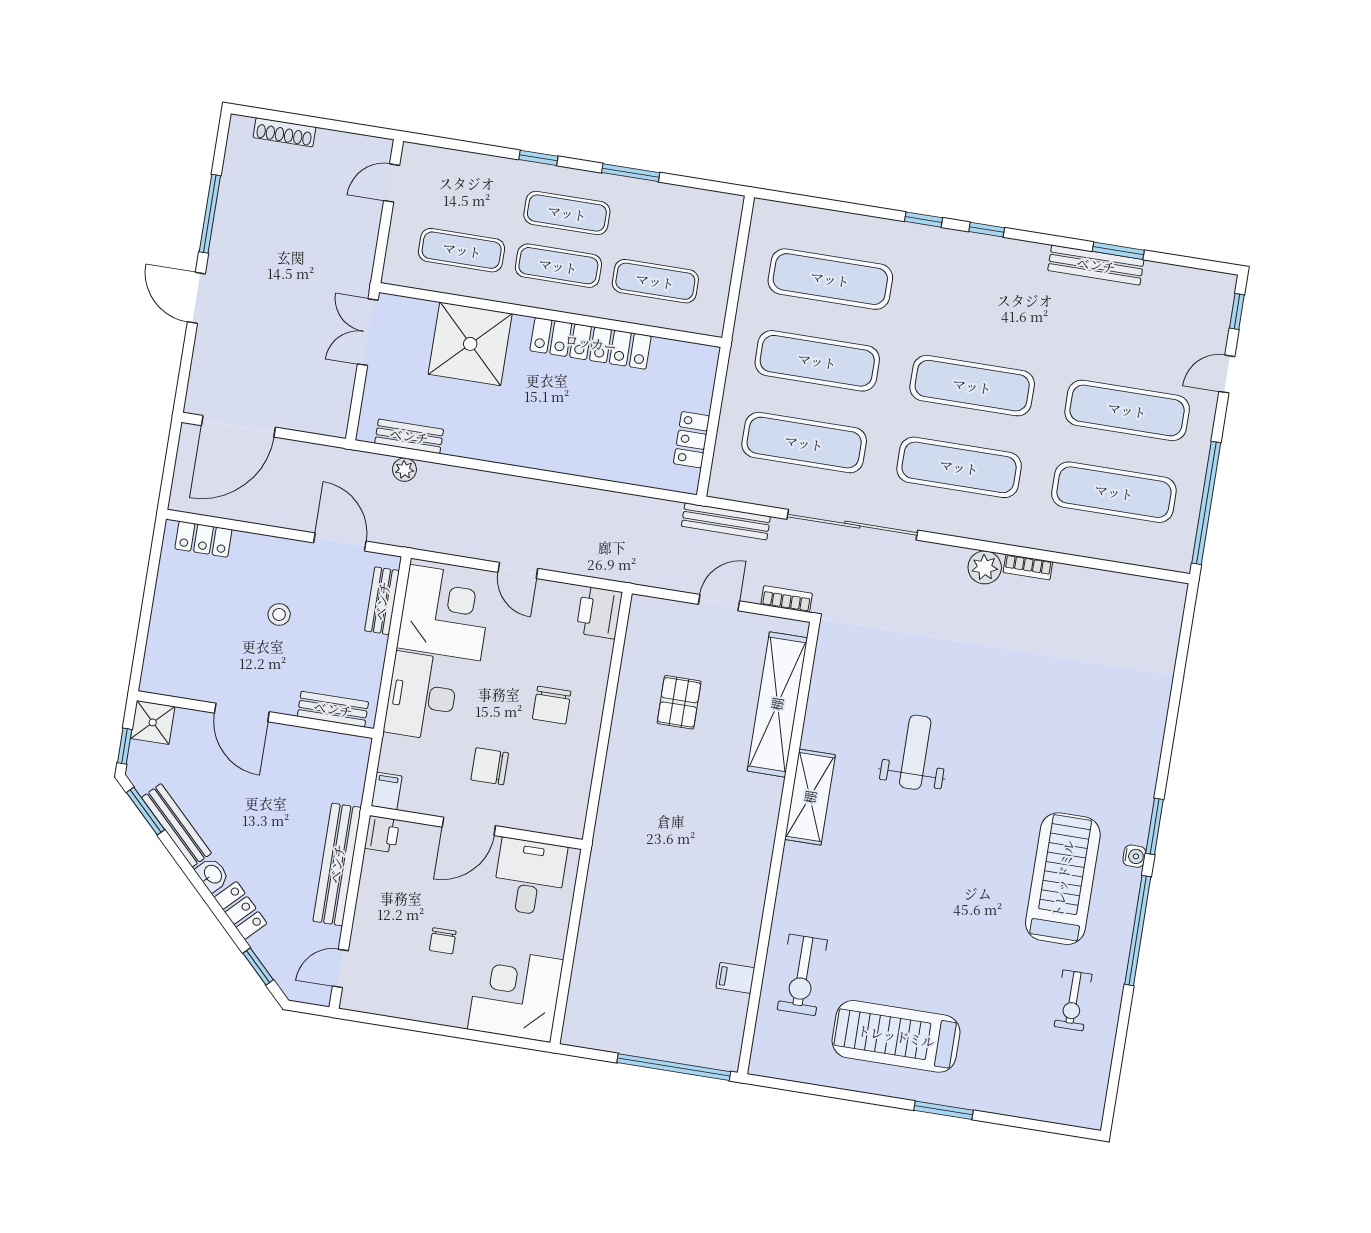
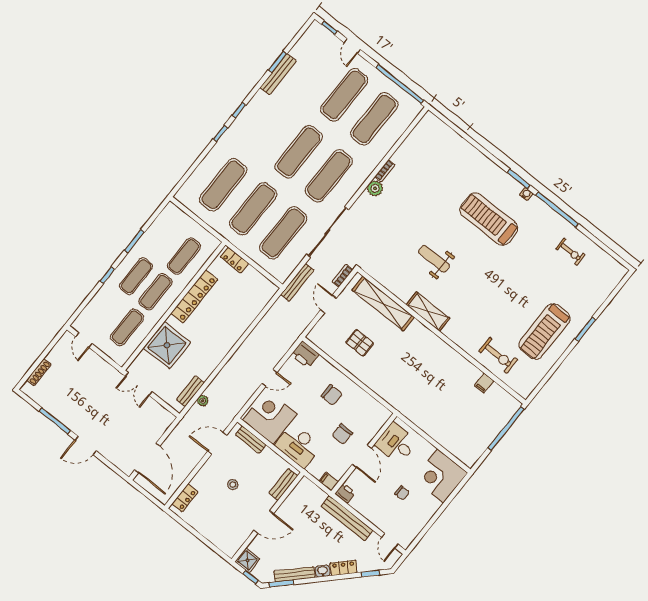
locker: (692, 440) -> (234, 260), moved
treadmill: (1063, 879) -> (489, 219), moved

